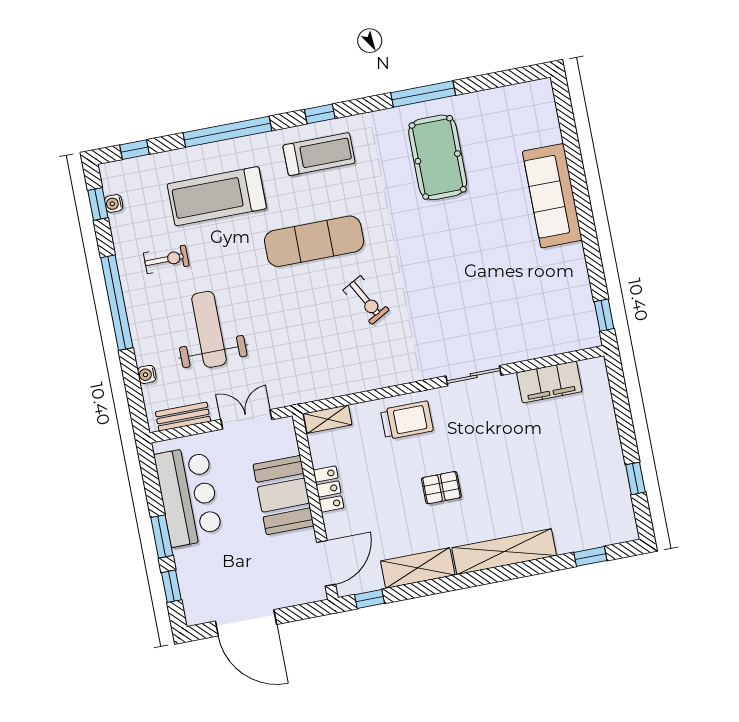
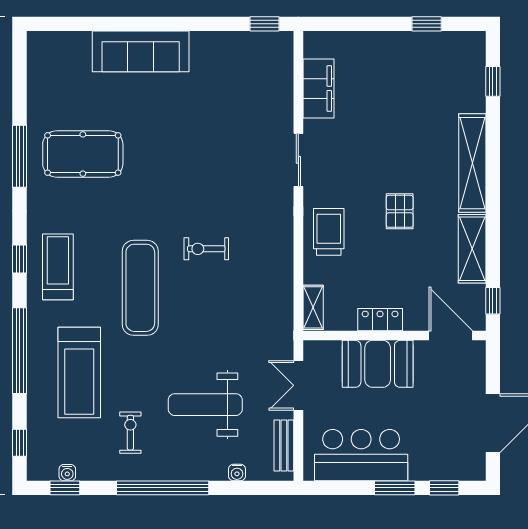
exercise bike: (366, 300) -> (206, 249), turned -151

